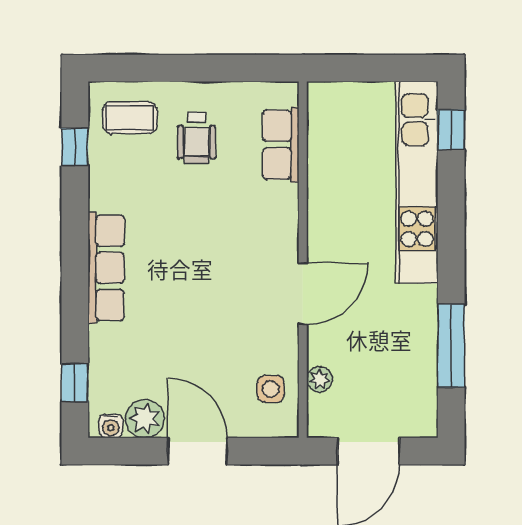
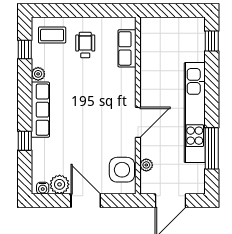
wheelchair: (197, 138) -> (85, 45), turned 180
kitchen unit: (417, 182) -> (195, 113), moved
plant: (102, 196) -> (38, 74), added
window: (75, 383) -> (25, 141), moved
side table: (271, 389) -> (122, 170), width x1.87, depth x1.87

